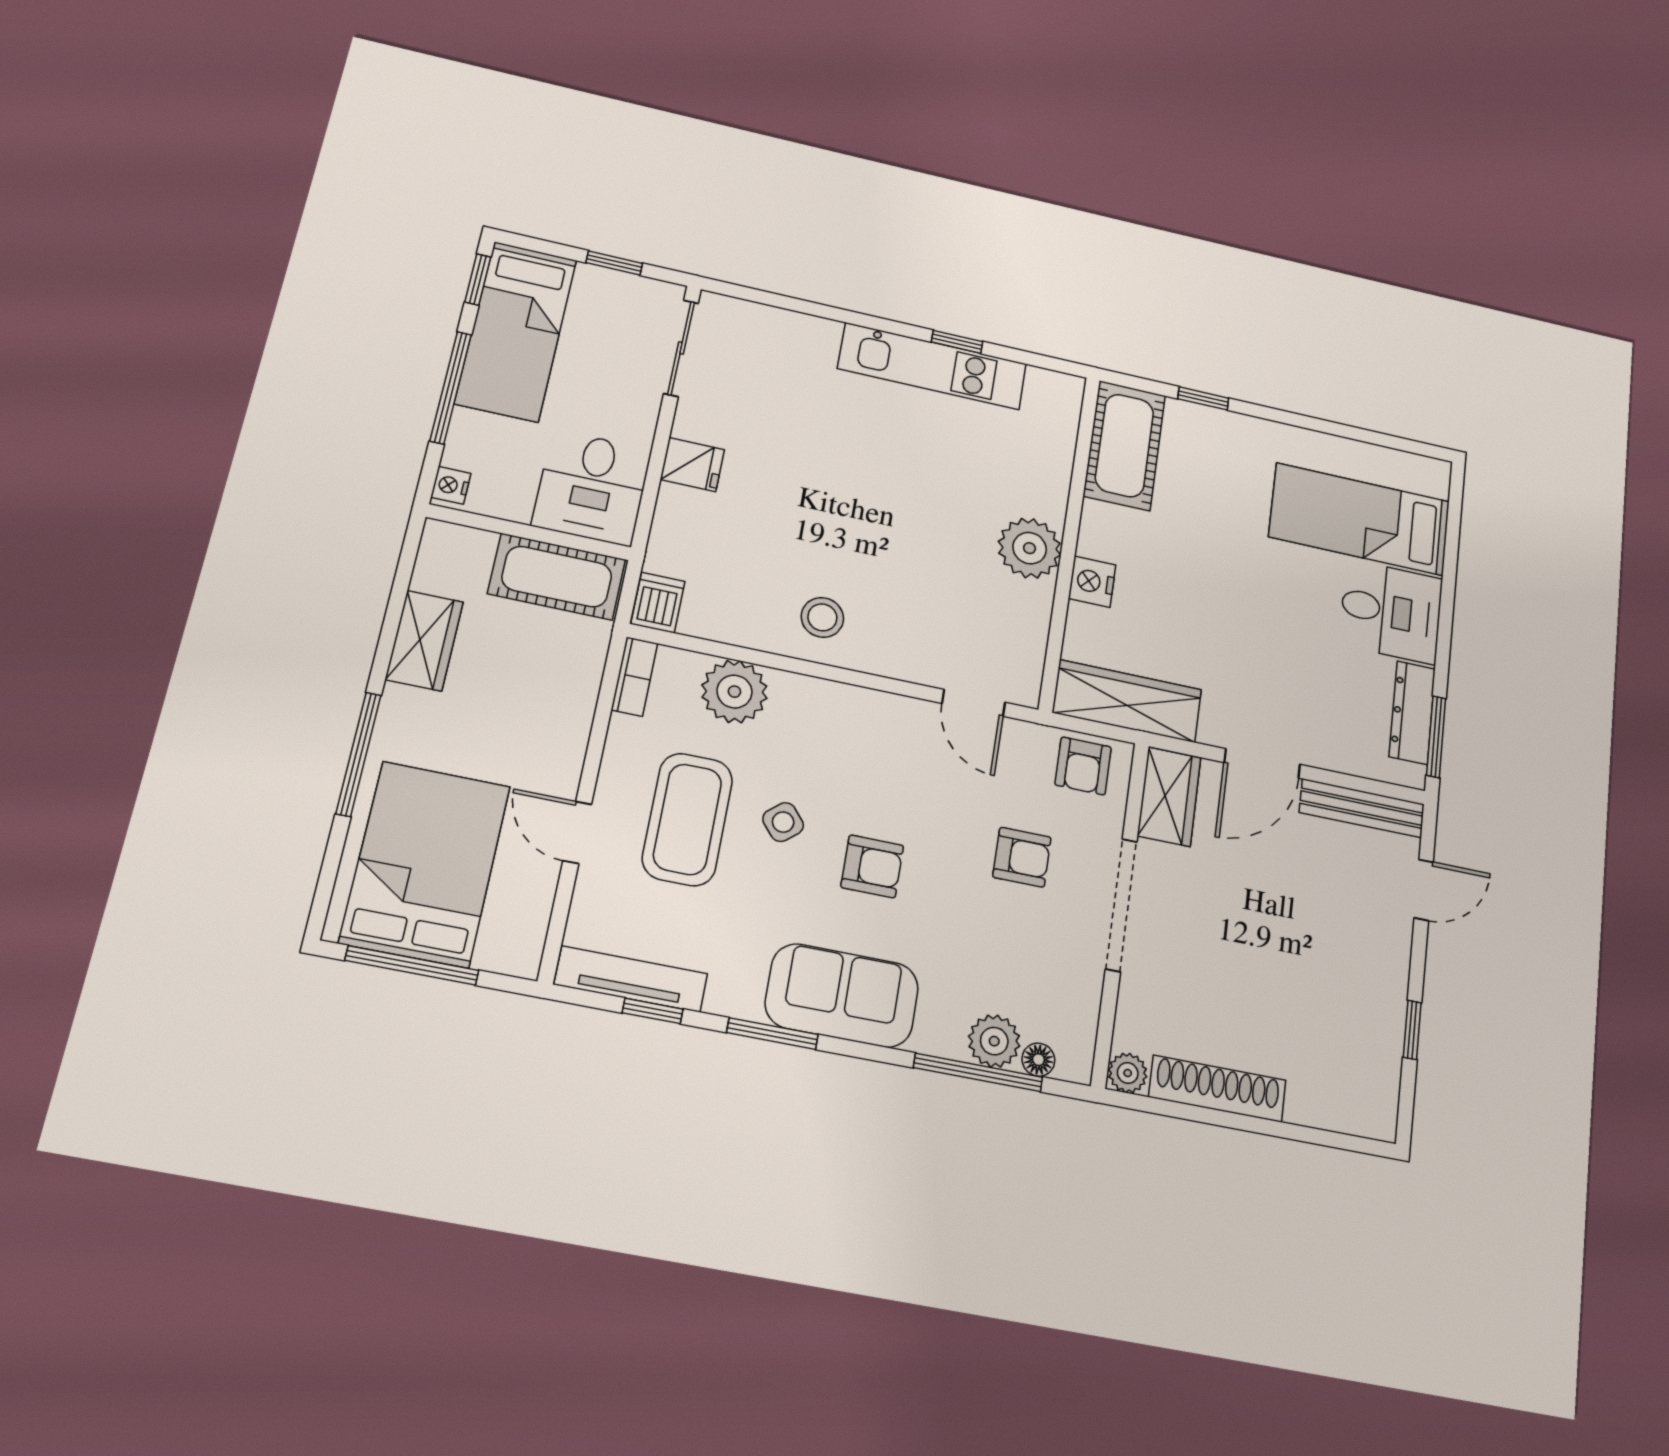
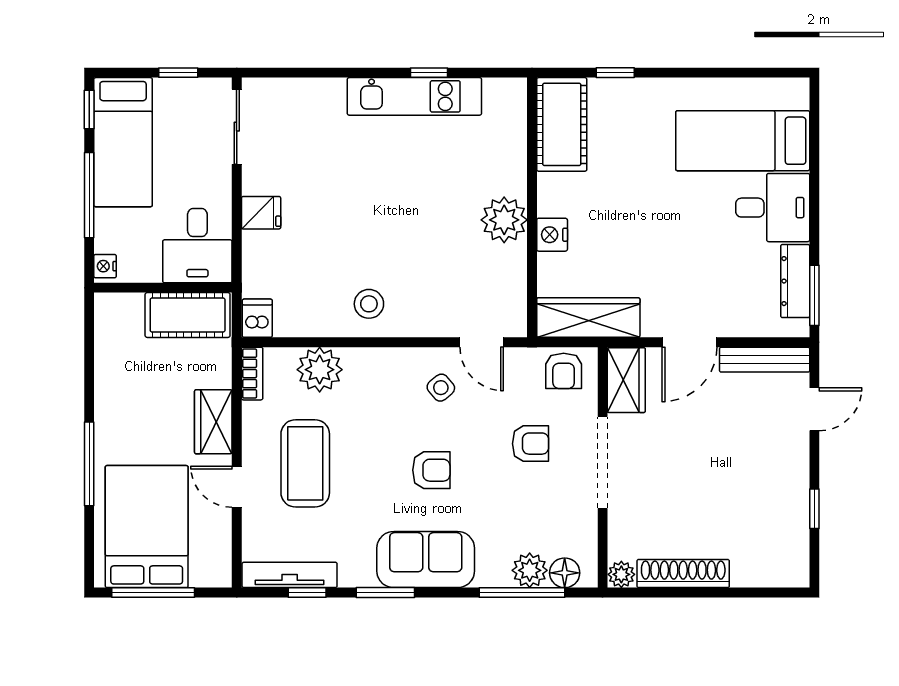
wardrobe: (424, 641) -> (213, 422), moved, turned 180
side table: (783, 822) -> (441, 388), moved
floor lamp: (1038, 1060) -> (565, 573), width x1.37, depth x1.37

